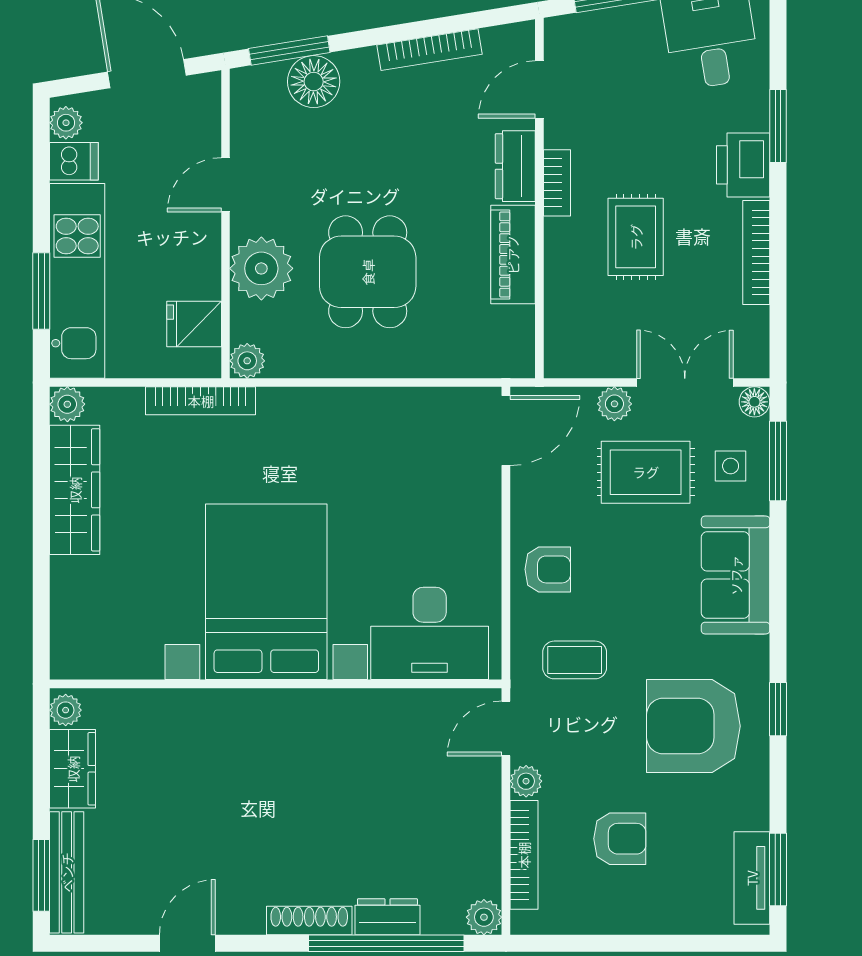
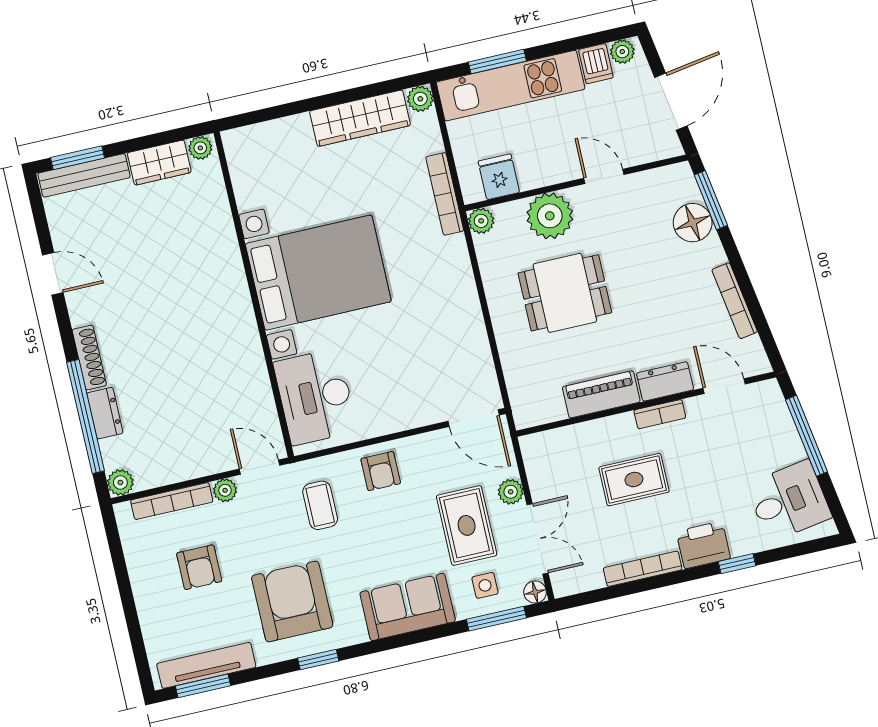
window: (778, 126) -> (737, 564), width x0.67
tv unit: (752, 878) -> (206, 665), width x1.41

